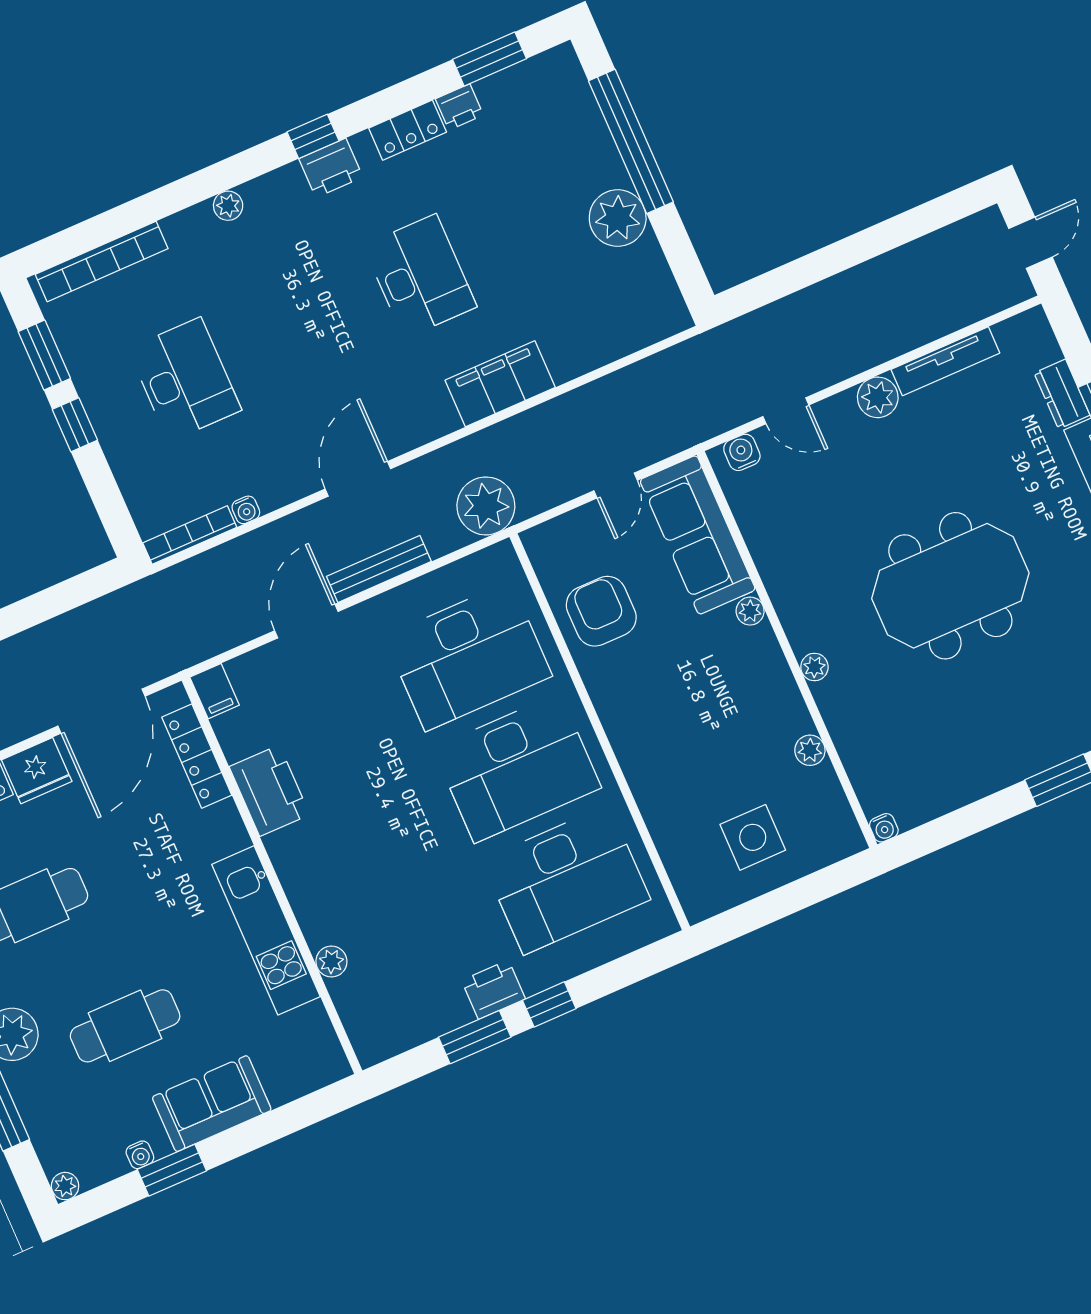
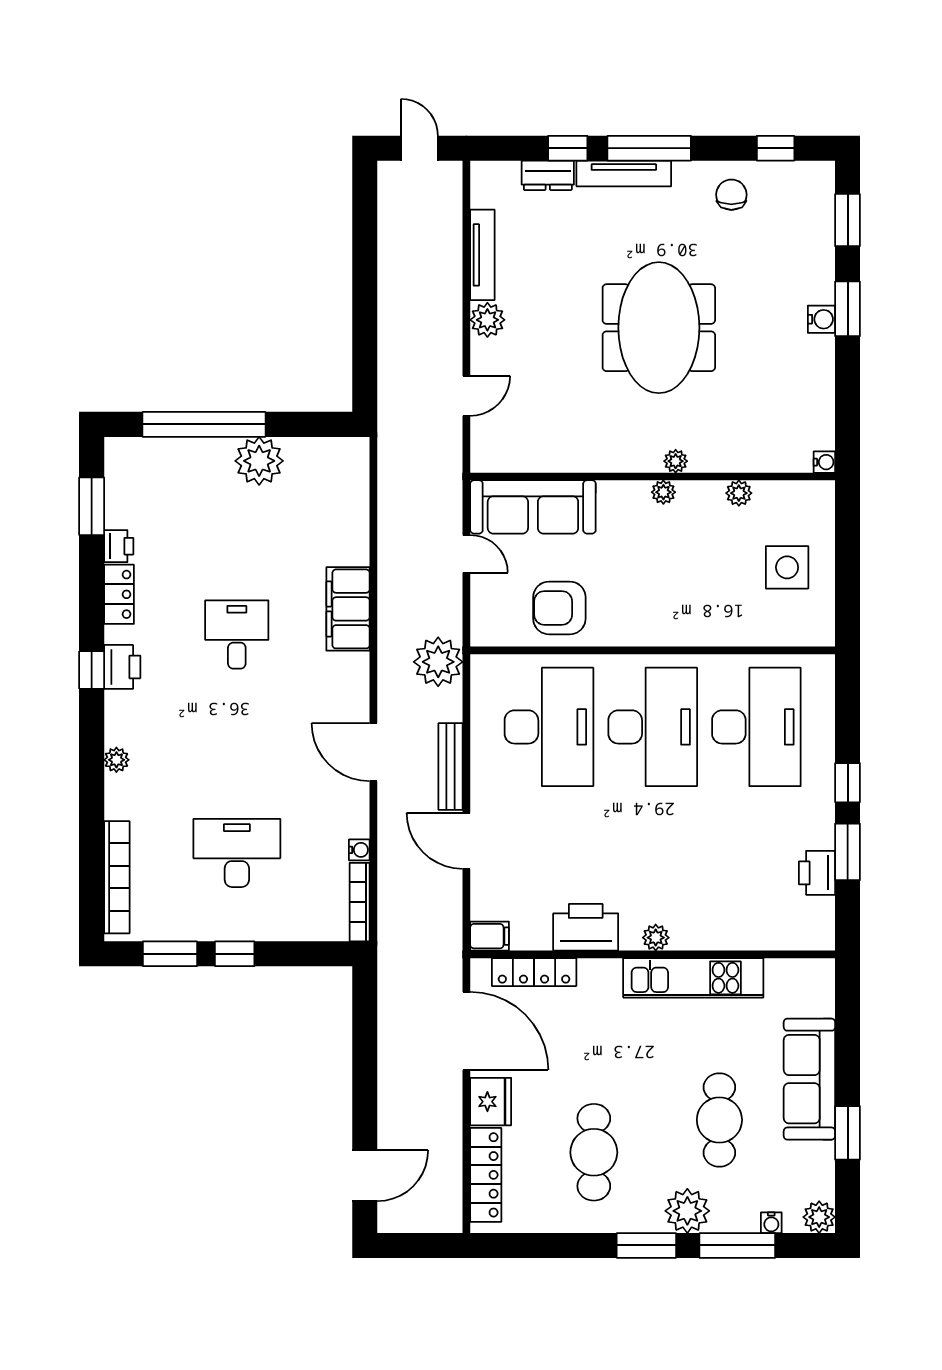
desk: (420, 276) -> (237, 634), width x0.73
water cooler: (742, 452) -> (821, 319), moved, turned 180
plant: (750, 611) -> (663, 492), moved
plant: (331, 962) -> (656, 938), moved
printer: (493, 990) -> (817, 873), moved
sofa: (212, 1104) -> (809, 1079), width x1.36
water cooler: (140, 1155) -> (771, 1223), moved, turned 90
plant: (65, 1186) -> (819, 1217), width x1.38, depth x1.38

